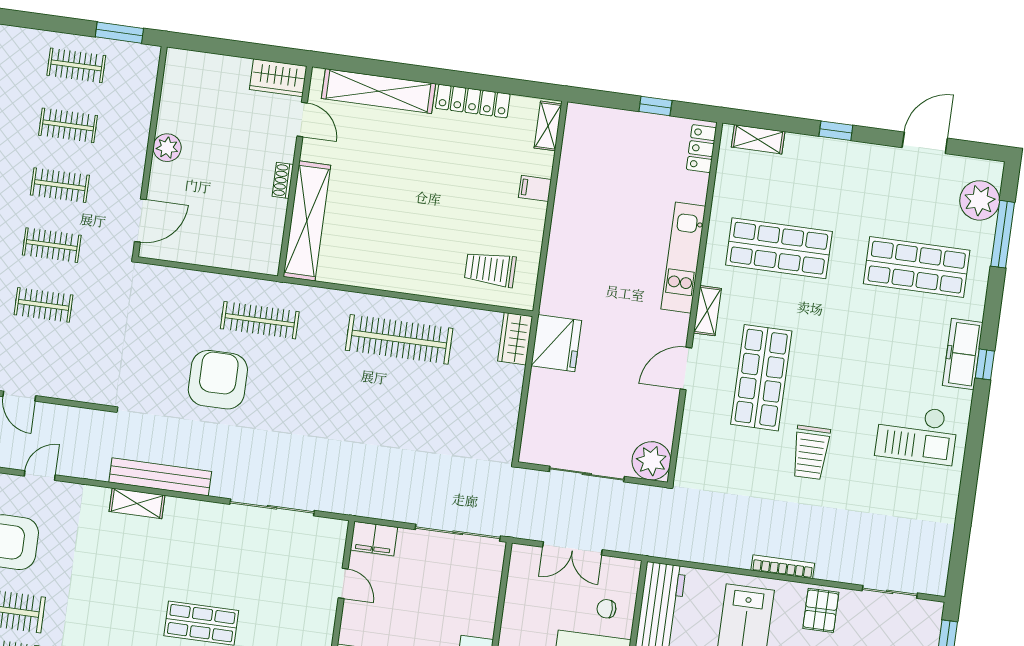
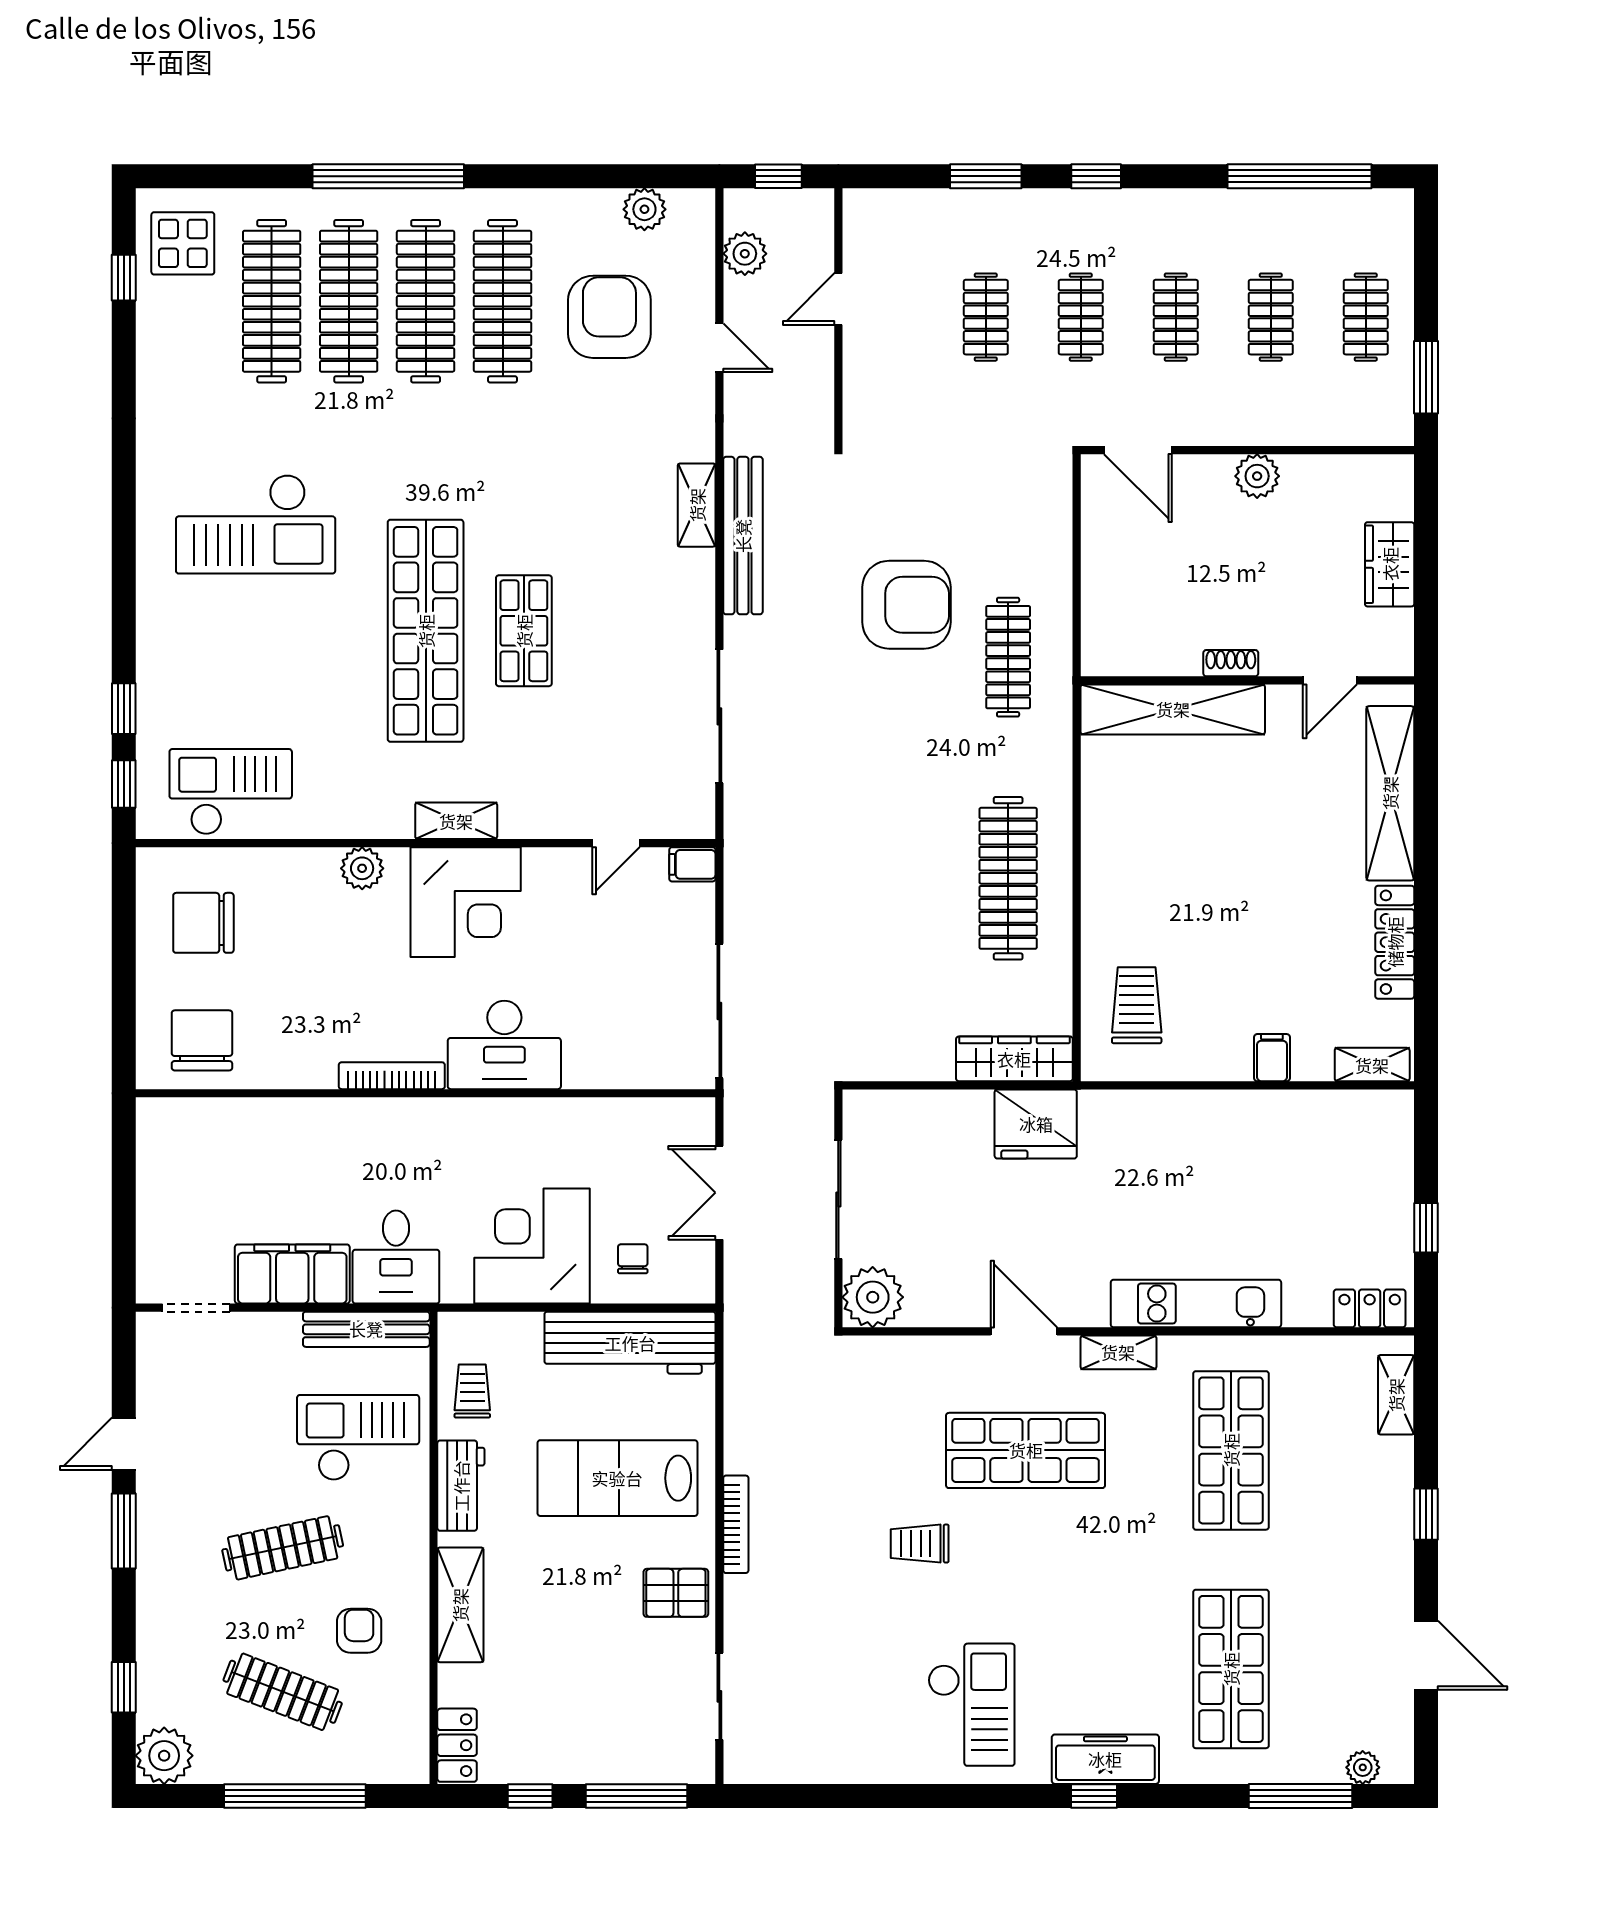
wardrobe: (278, 78) -> (1390, 564), moved
plant: (980, 200) -> (1363, 1767), width x0.53, depth x0.53
wardrobe: (515, 339) -> (1014, 1059), width x1.50
checkout: (917, 434) -> (971, 1705), turned 180
trolley: (811, 452) -> (920, 1544), width x0.73, depth x0.72
filing cabinet: (374, 539) -> (692, 864), width x0.50

